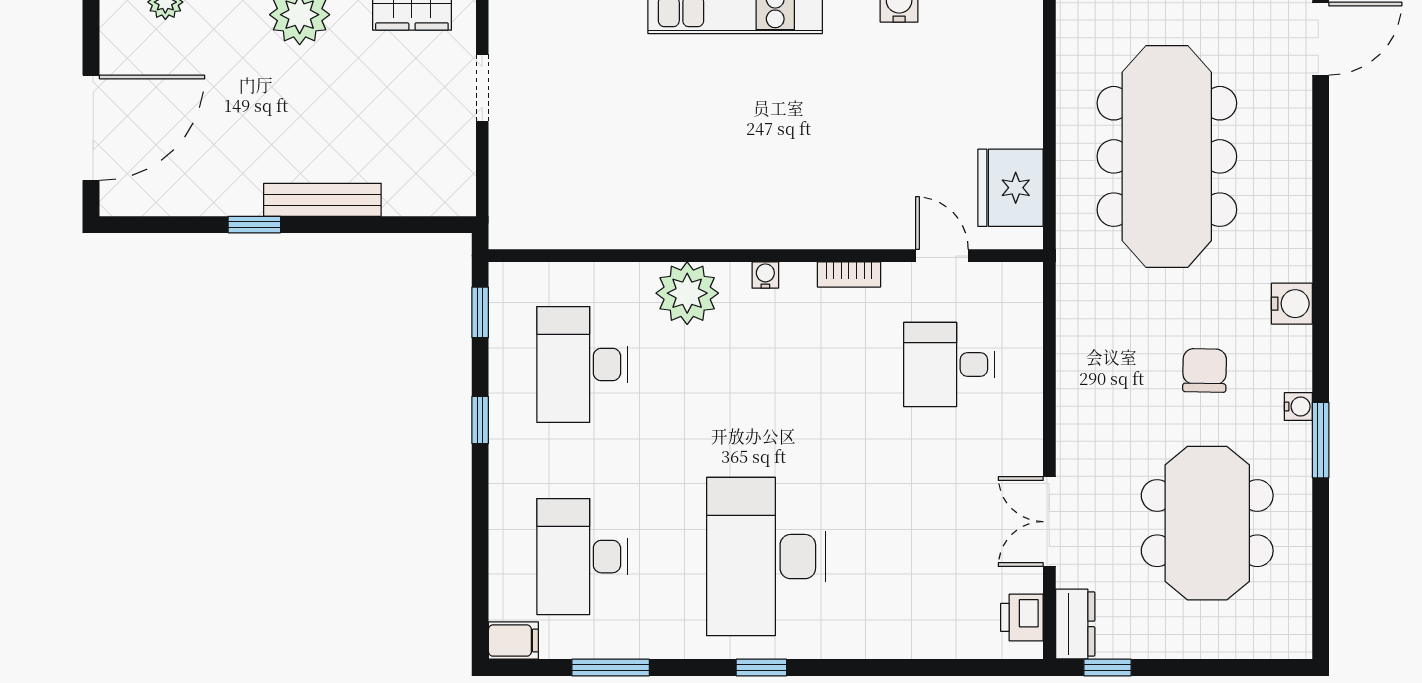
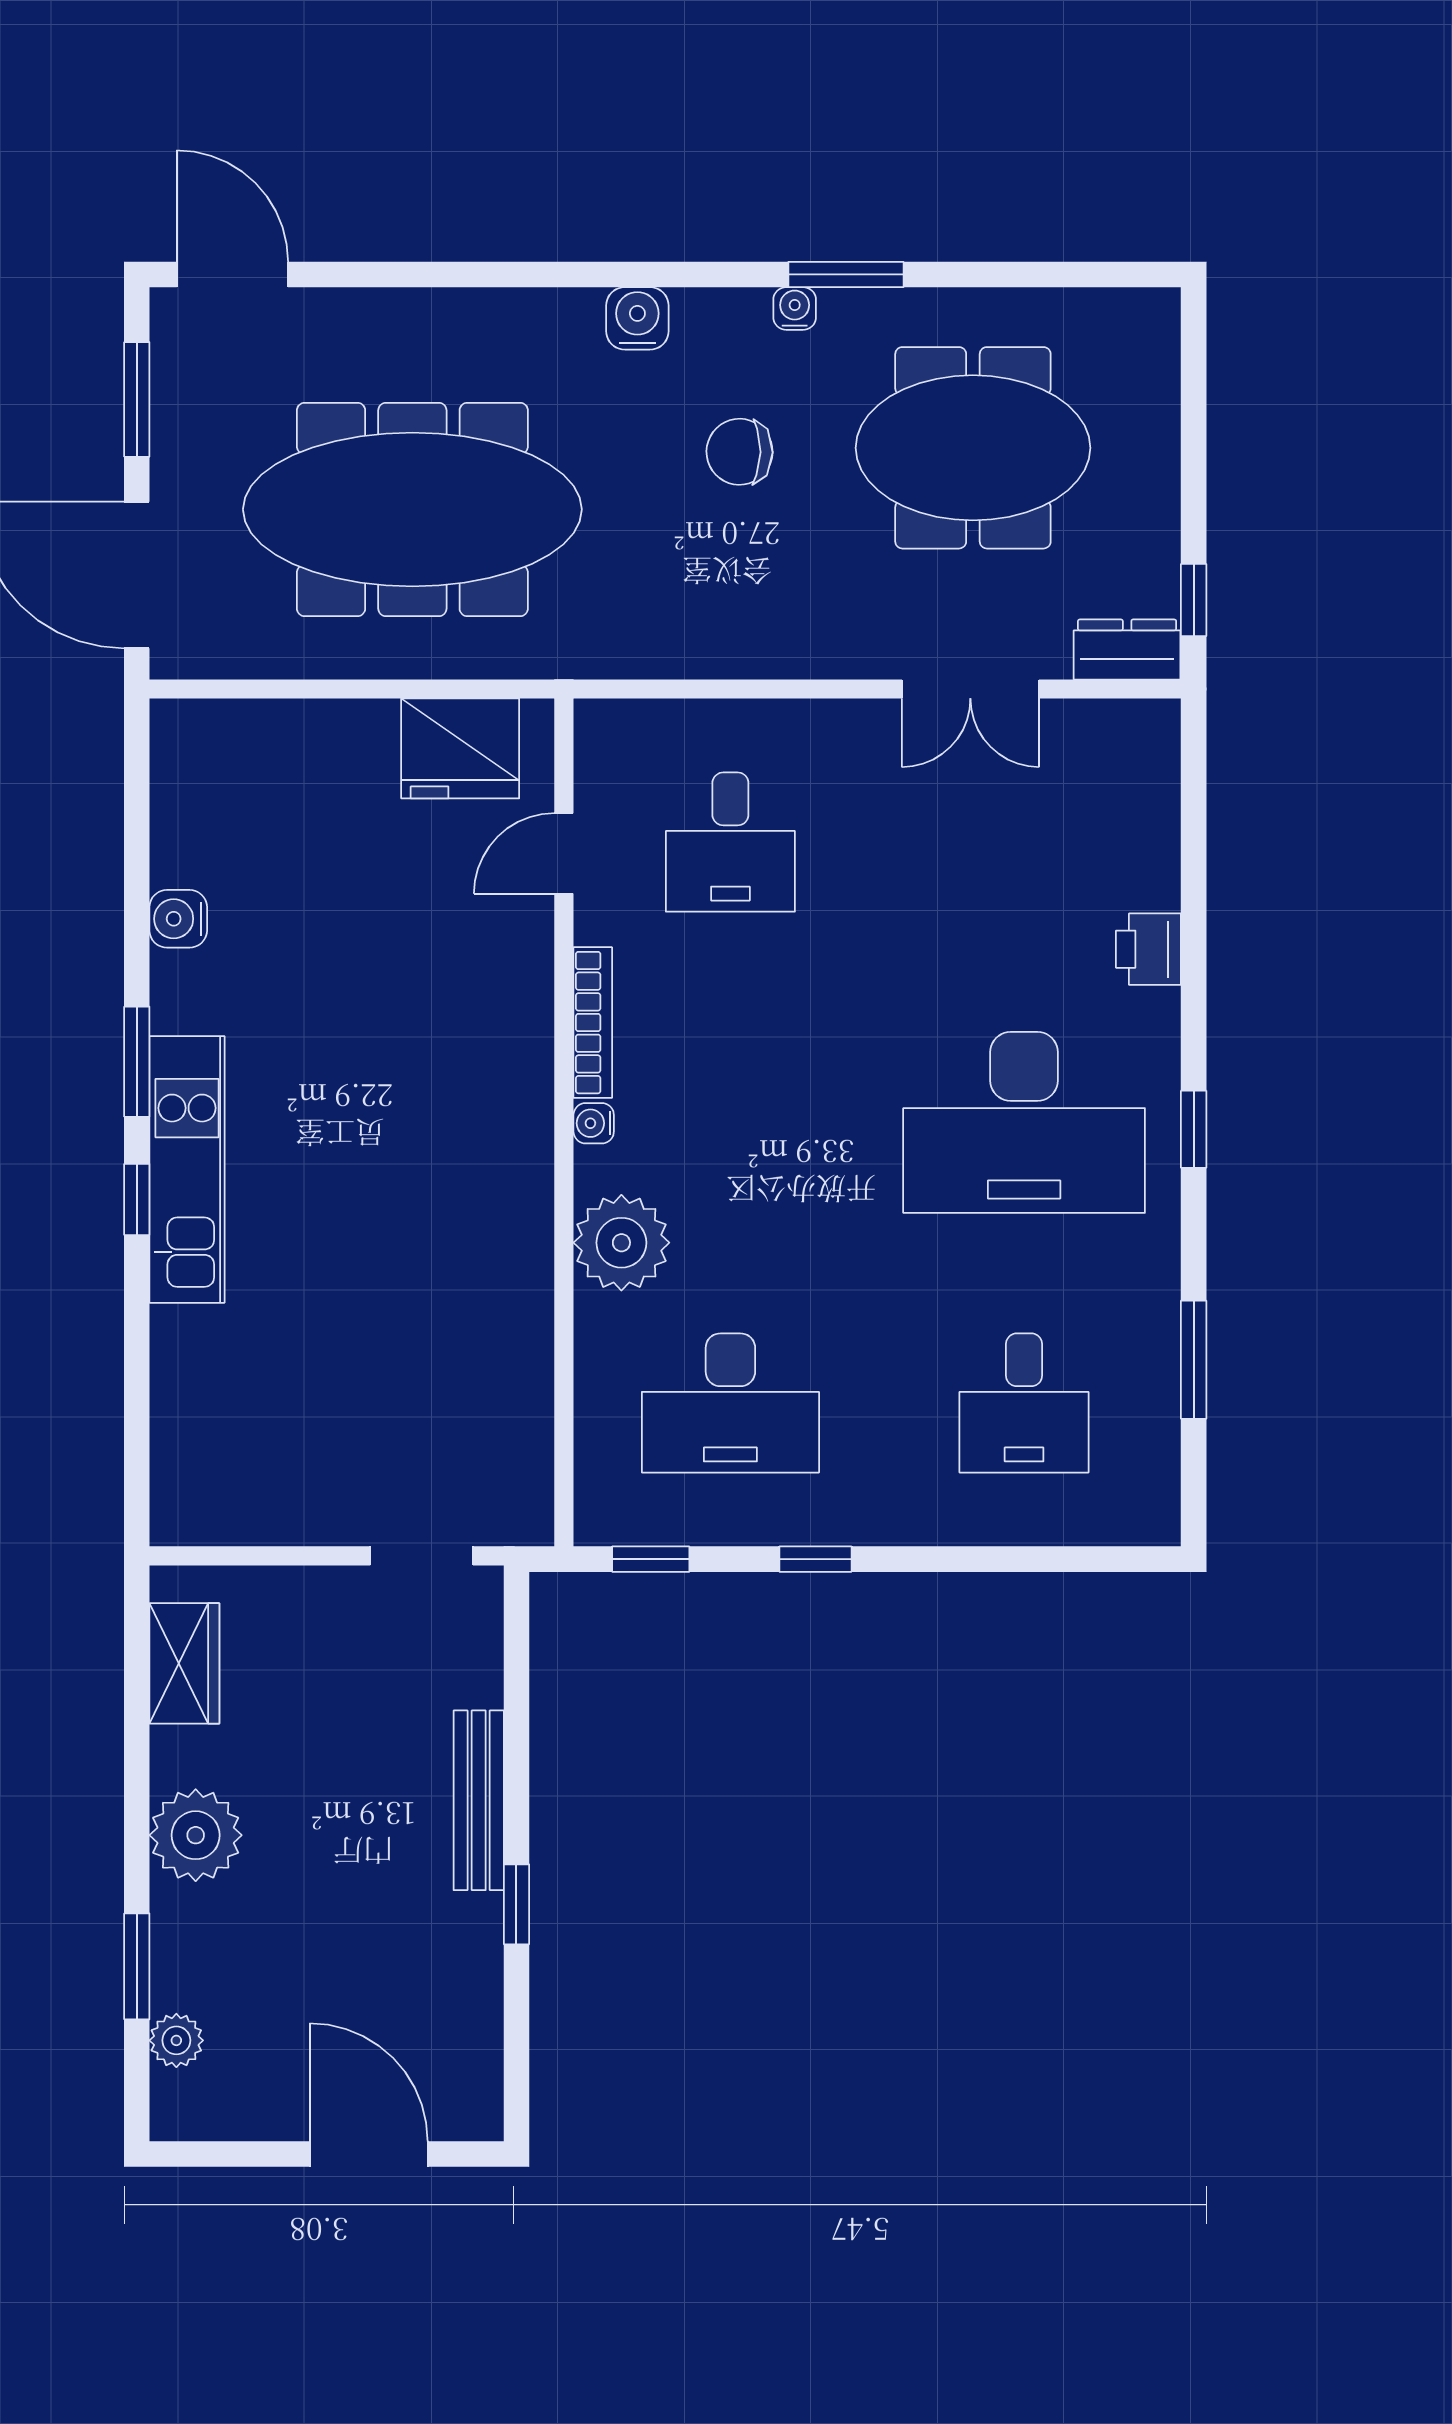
doorway: (482, 88) -> (422, 1556), moved
door: (91, 128) -> (369, 2154), width x0.73
bookcase: (849, 274) -> (593, 1023), width x1.56
desk: (582, 557) -> (1024, 1403), width x0.73
printer: (1022, 617) -> (1148, 949), moved, turned 90
filing cabinet: (513, 641) -> (1152, 1508), removed

